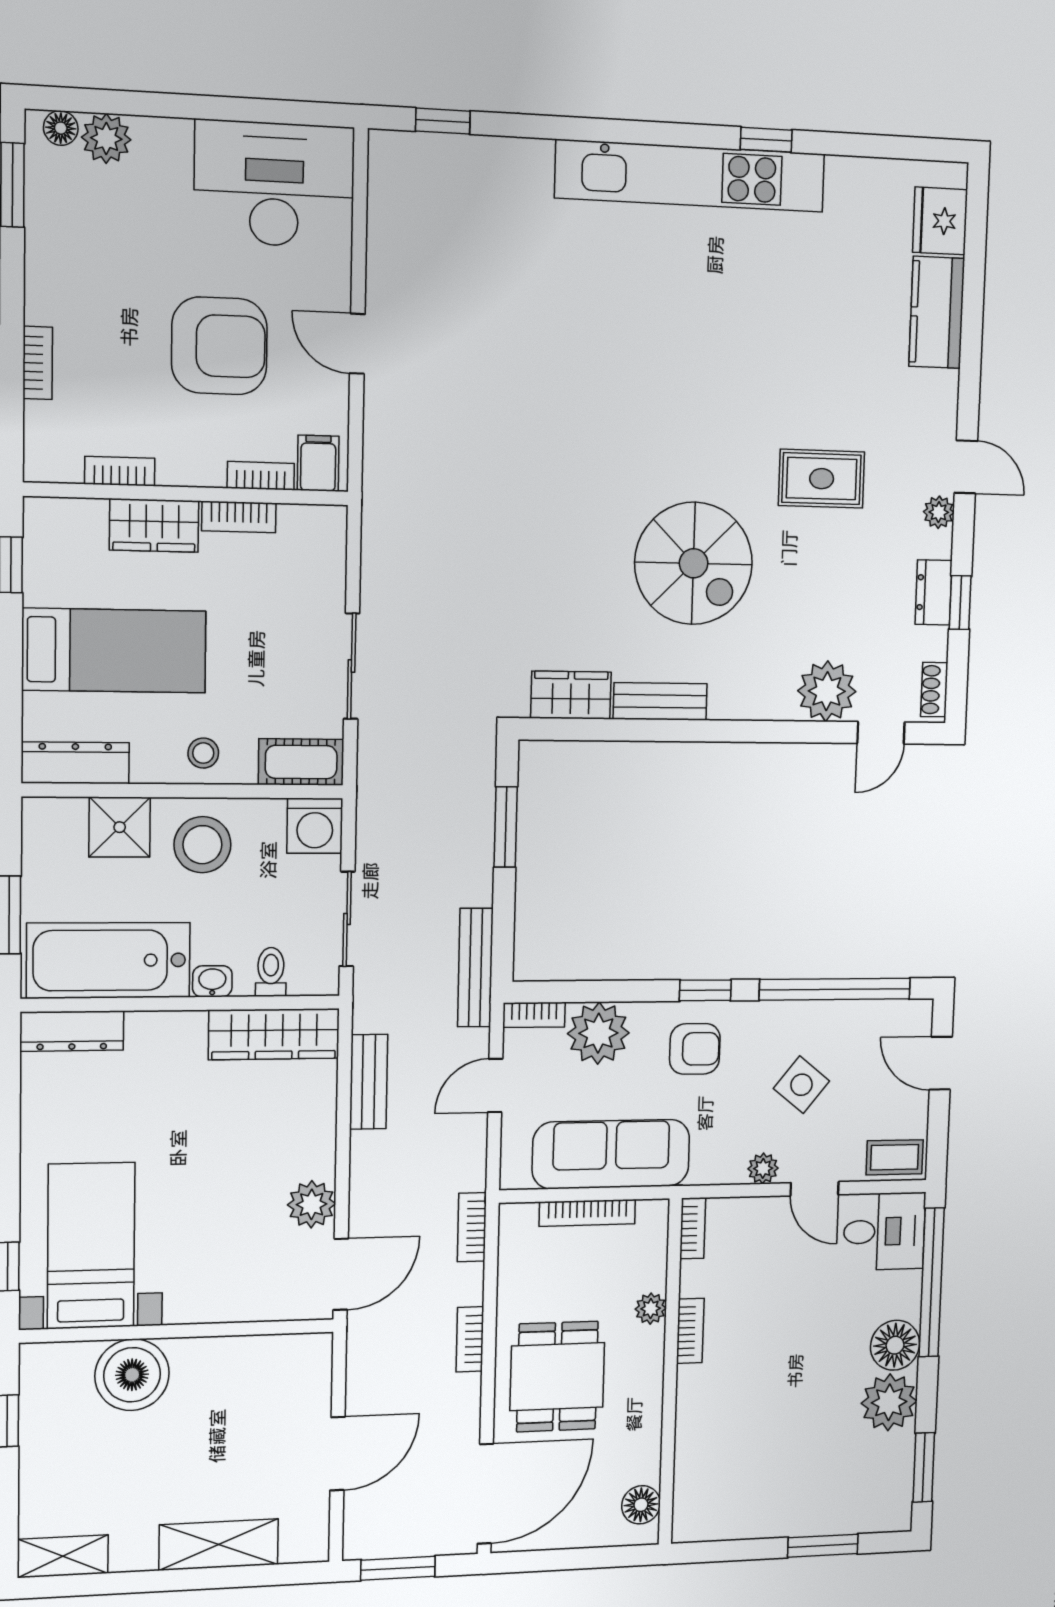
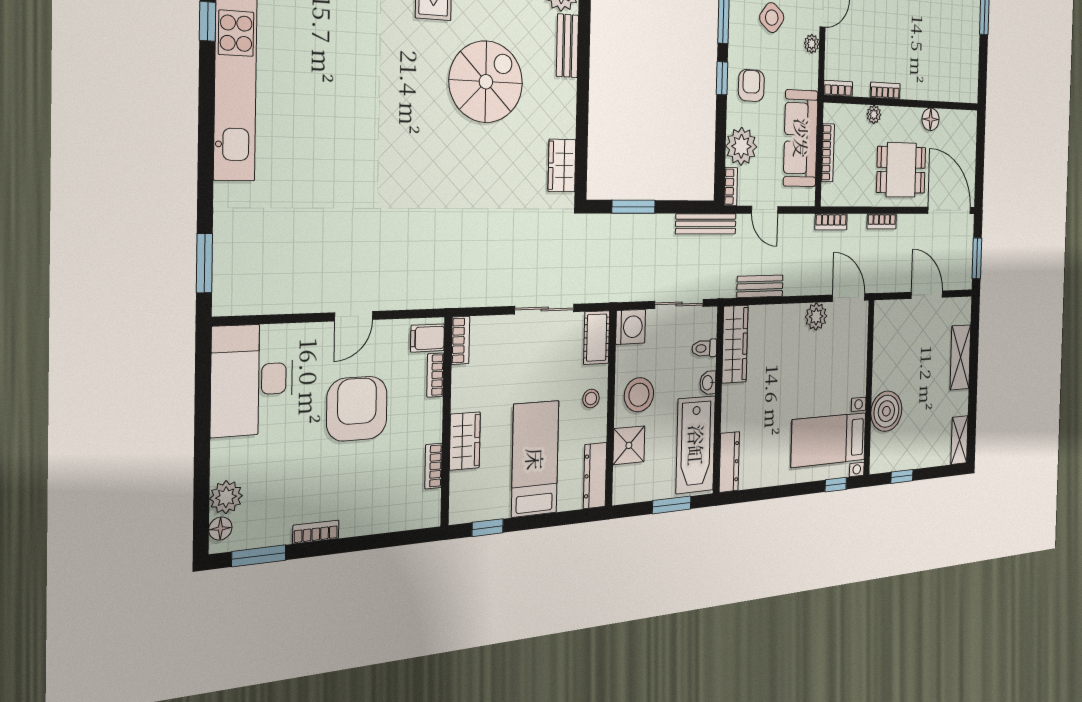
window: (443, 121) -> (204, 263), width x1.50
bookcase: (38, 363) -> (316, 532), moved
bookcase: (239, 517) -> (461, 340), moved
bench: (660, 701) -> (567, 46), moved
floor lamp: (641, 1505) -> (931, 119), moved

